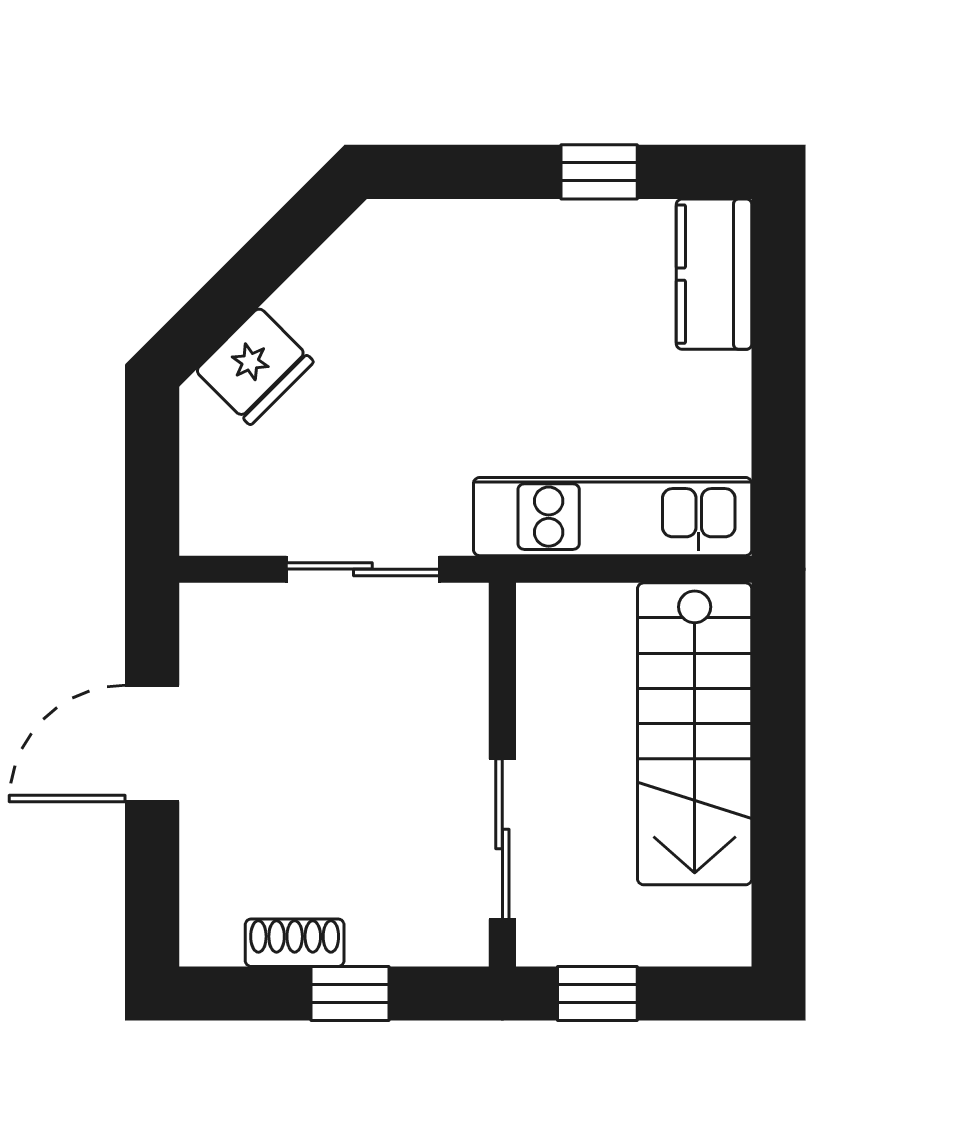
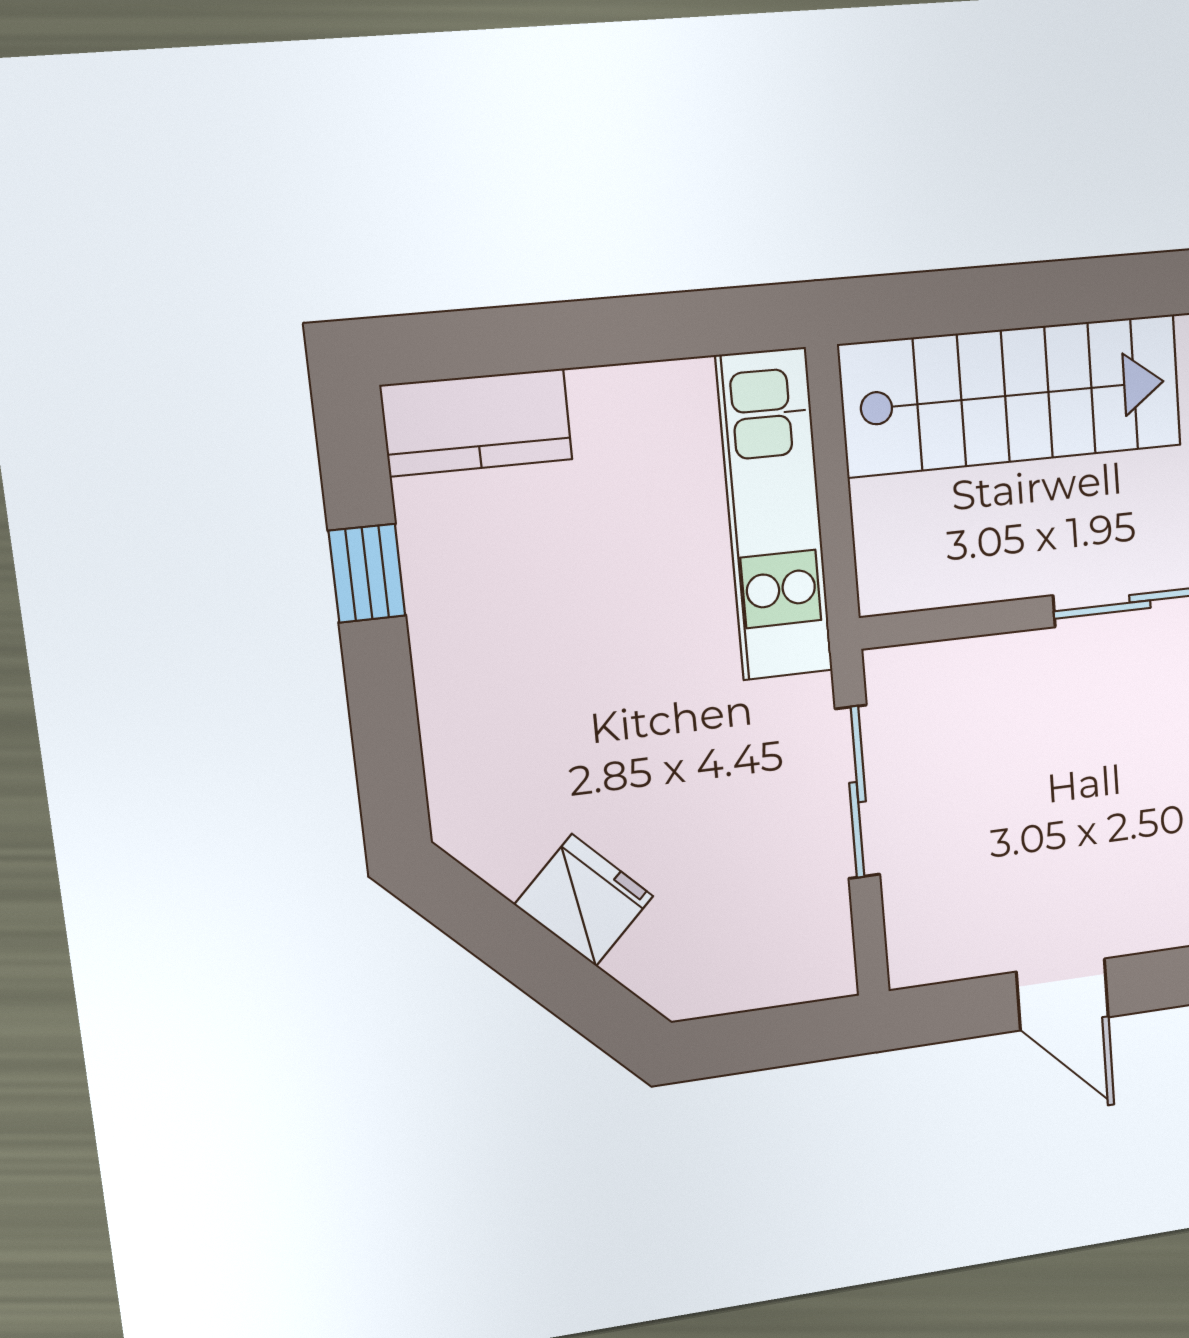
fridge: (255, 366) -> (584, 900), moved
door: (152, 743) -> (1062, 995), width x0.73

